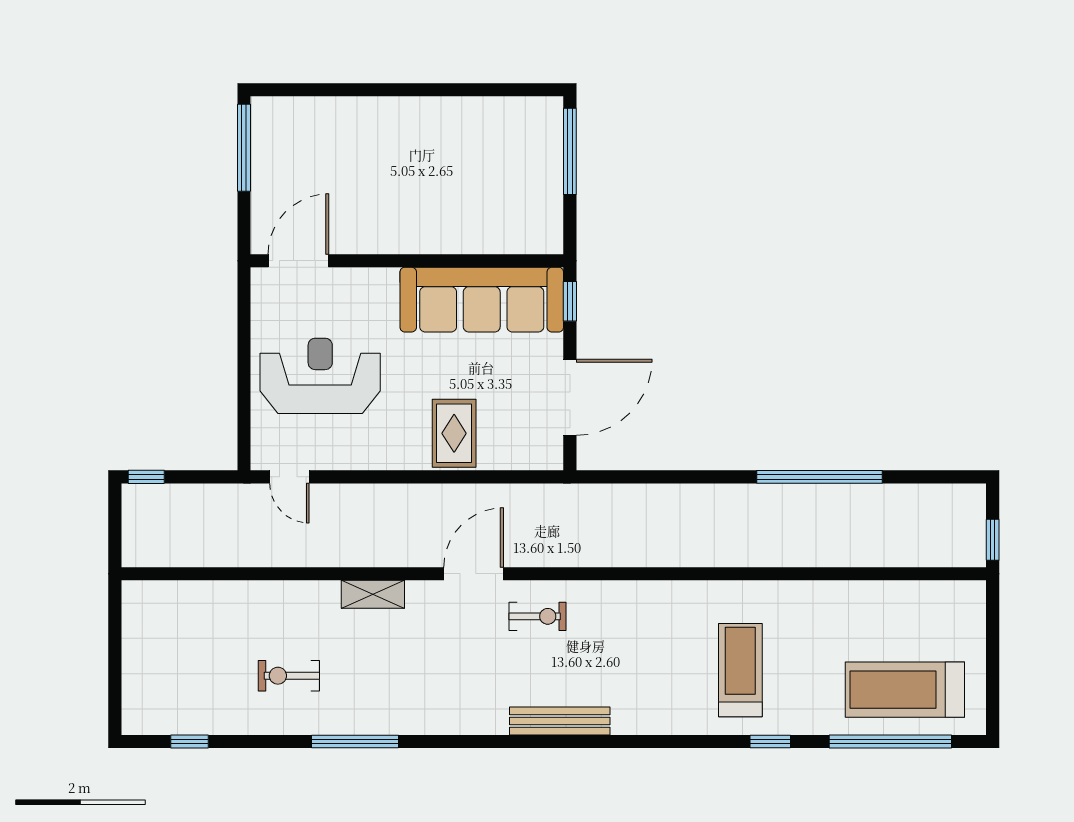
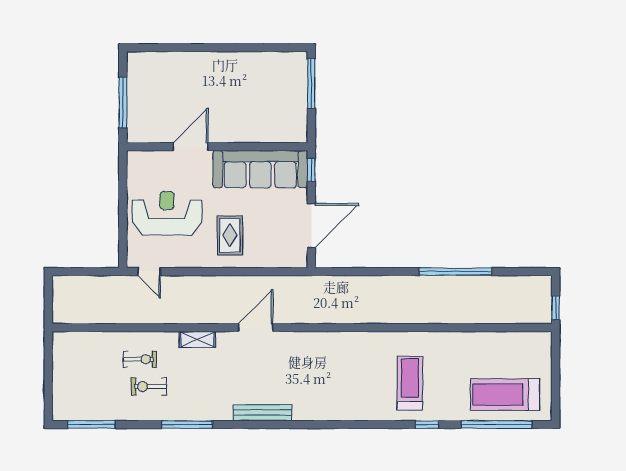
window: (244, 148) -> (123, 103), moved
door: (298, 261) -> (191, 147), moved
rug: (454, 433) -> (230, 235), moved
window: (146, 477) -> (66, 272), removed
exercise bike: (538, 616) -> (140, 359), moved
bench: (560, 721) -> (262, 413), moved
window: (189, 741) -> (91, 425), width x2.17

